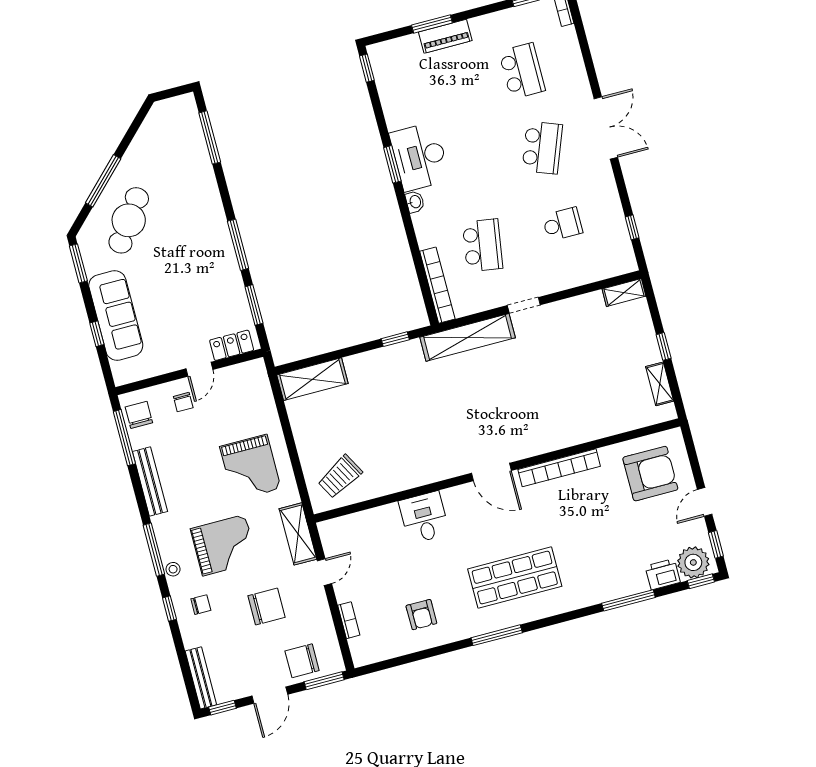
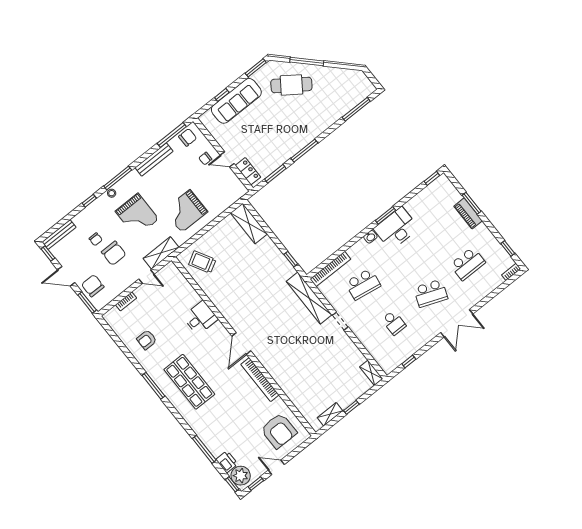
chair: (201, 605) -> (96, 239), moved

